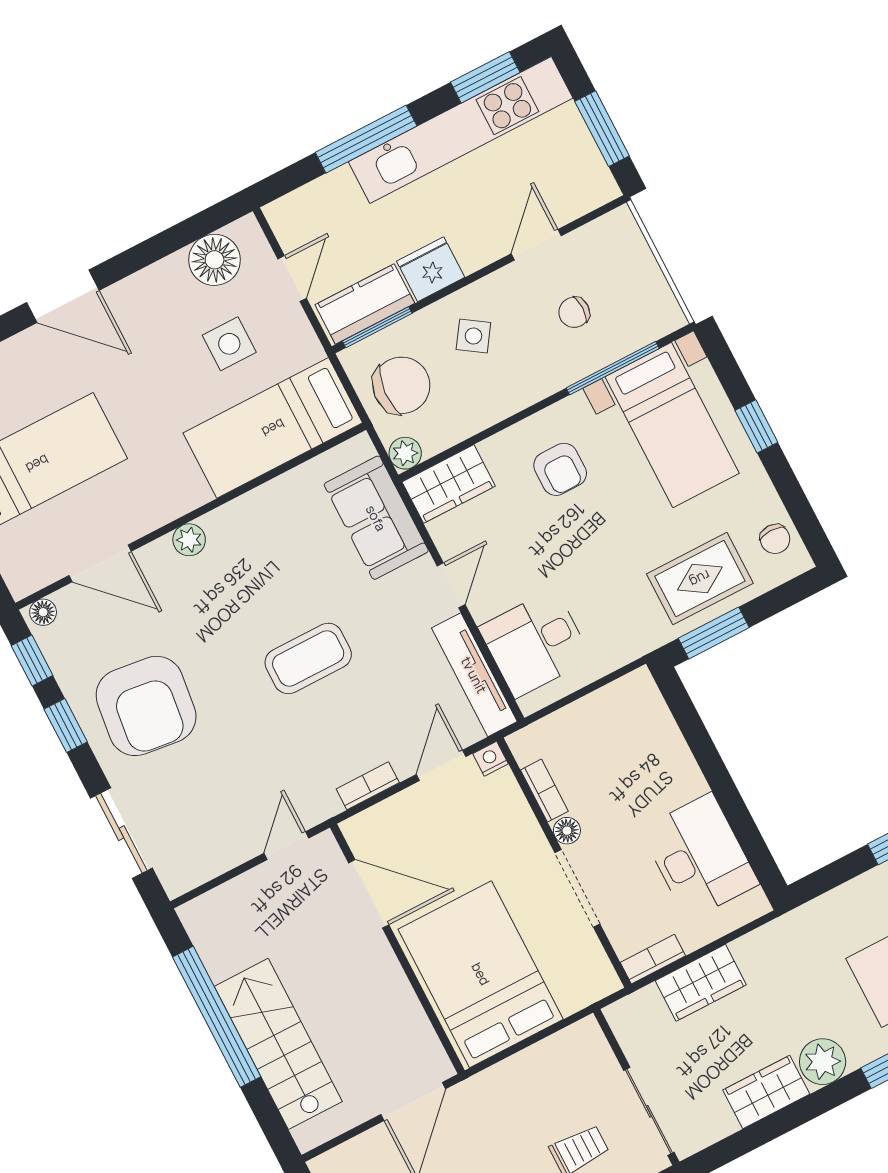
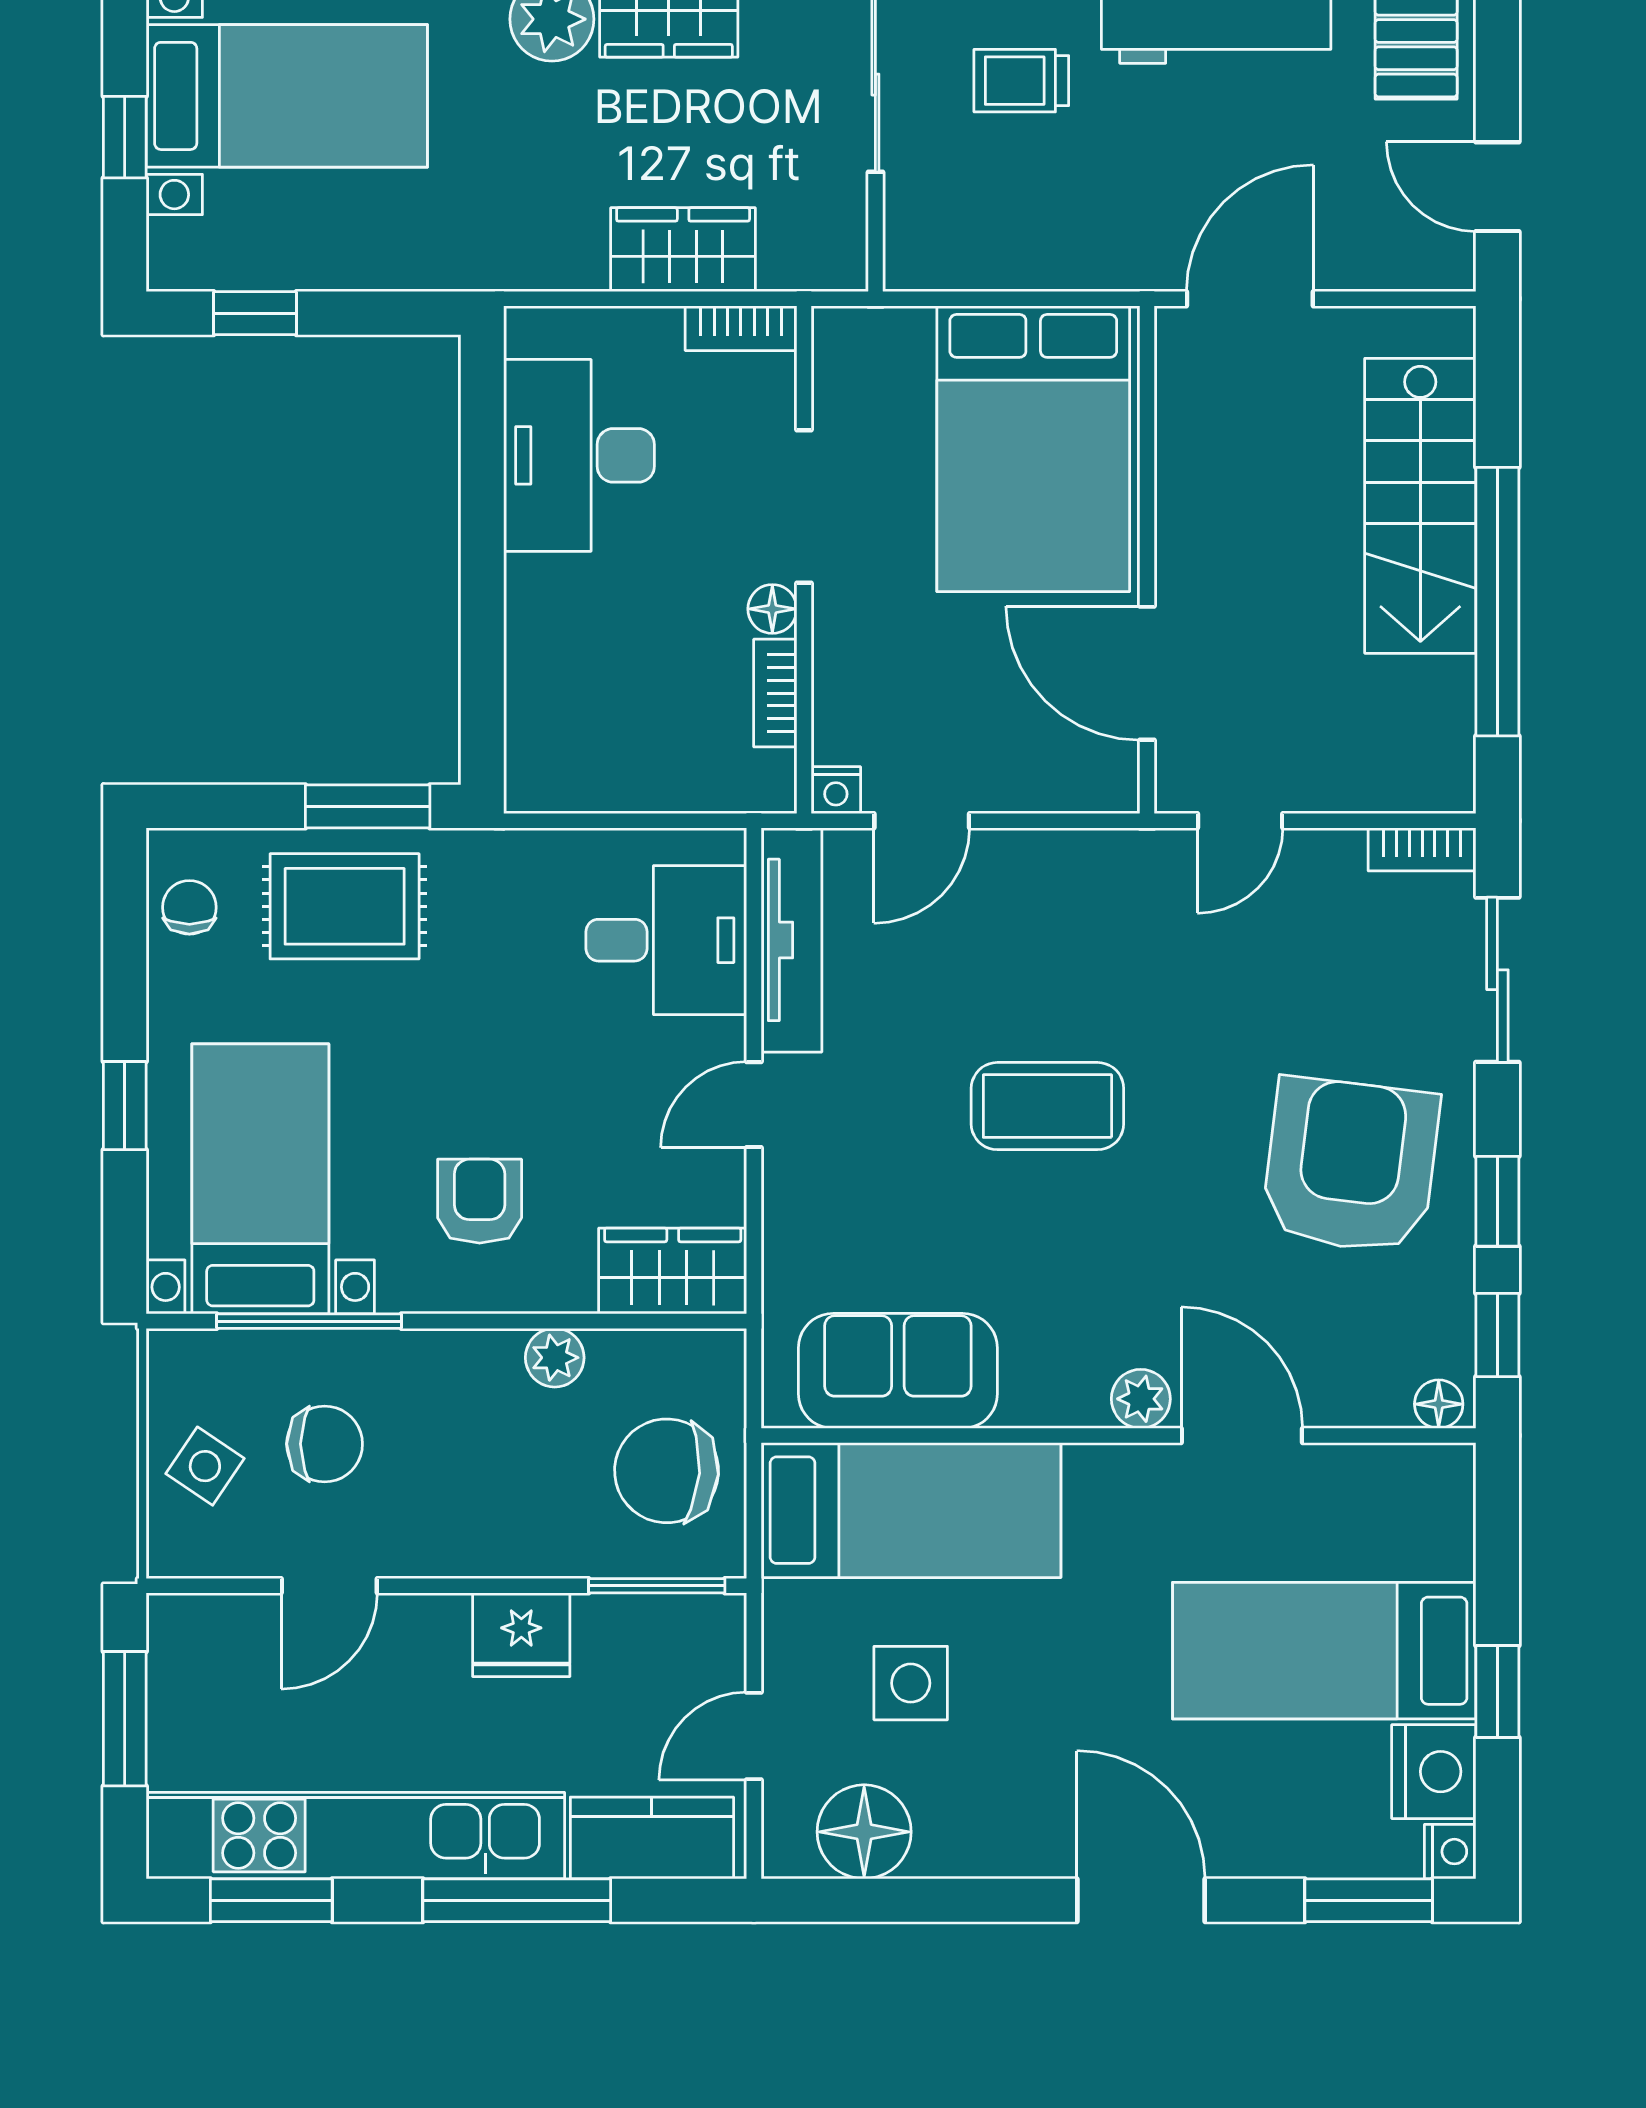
kitchen counter: (365, 304) -> (652, 1838), moved, turned 180
chair: (574, 312) -> (325, 1444), width x1.37, depth x1.37
side table: (473, 336) -> (205, 1466), moved
plant: (405, 453) -> (555, 1358), moved
sofa: (376, 518) -> (898, 1371), moved, turned -90
door: (100, 563) -> (1242, 1436), moved
bookcase: (368, 786) -> (1422, 849), moved

